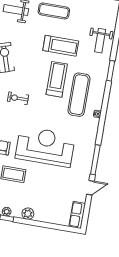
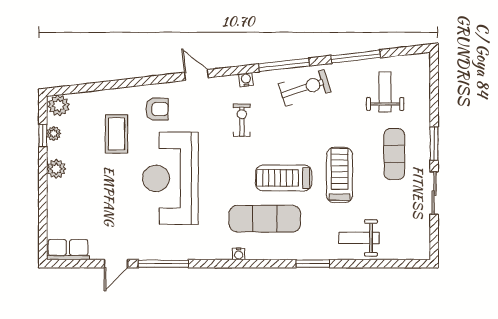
treadmill: (61, 46) -> (340, 175), turned 180
treadmill: (57, 79) -> (284, 178), turned 180
reception desk: (45, 147) -> (170, 178), turned 180
door: (90, 188) -> (116, 264), hinge flipped

